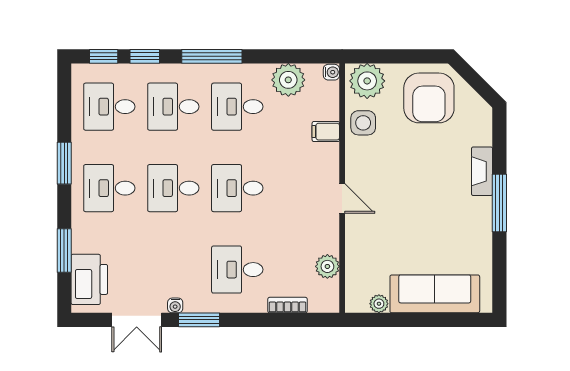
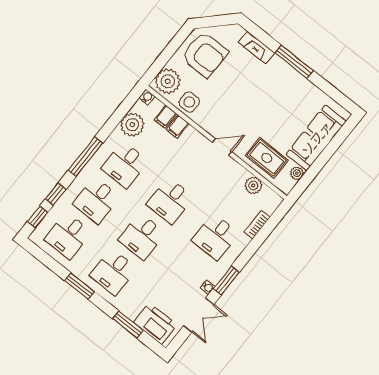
filing cabinet: (326, 109) -> (165, 117), added
fireplace: (482, 171) -> (257, 48), moved
rug: (369, 257) -> (267, 158), added

